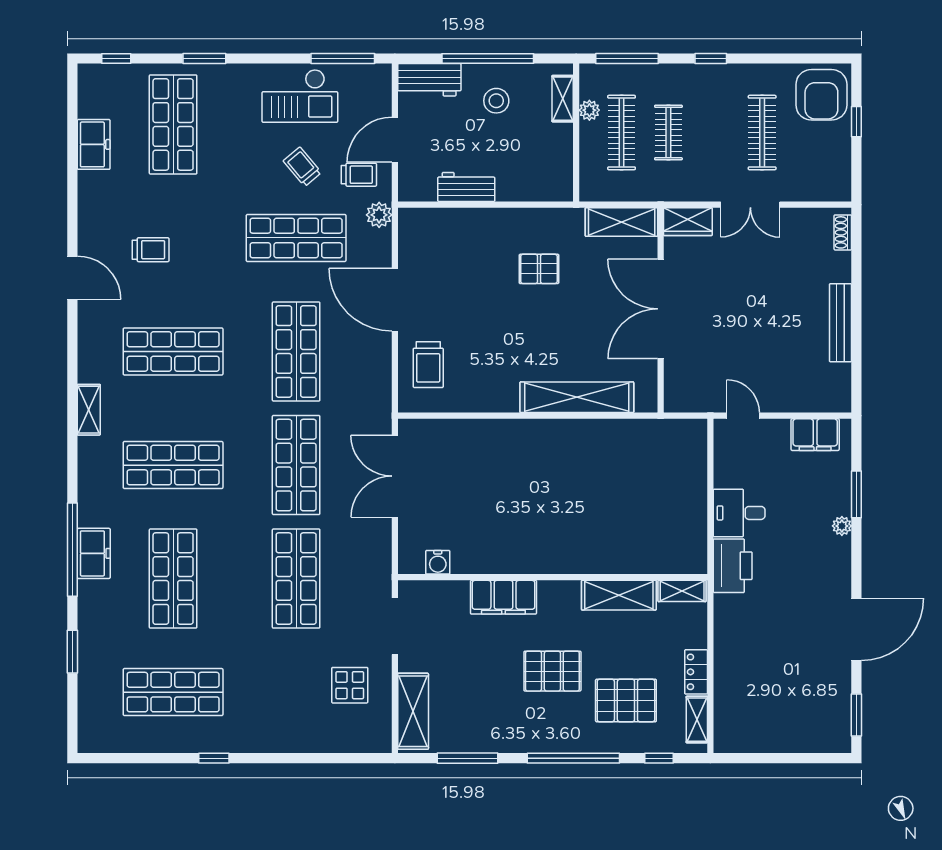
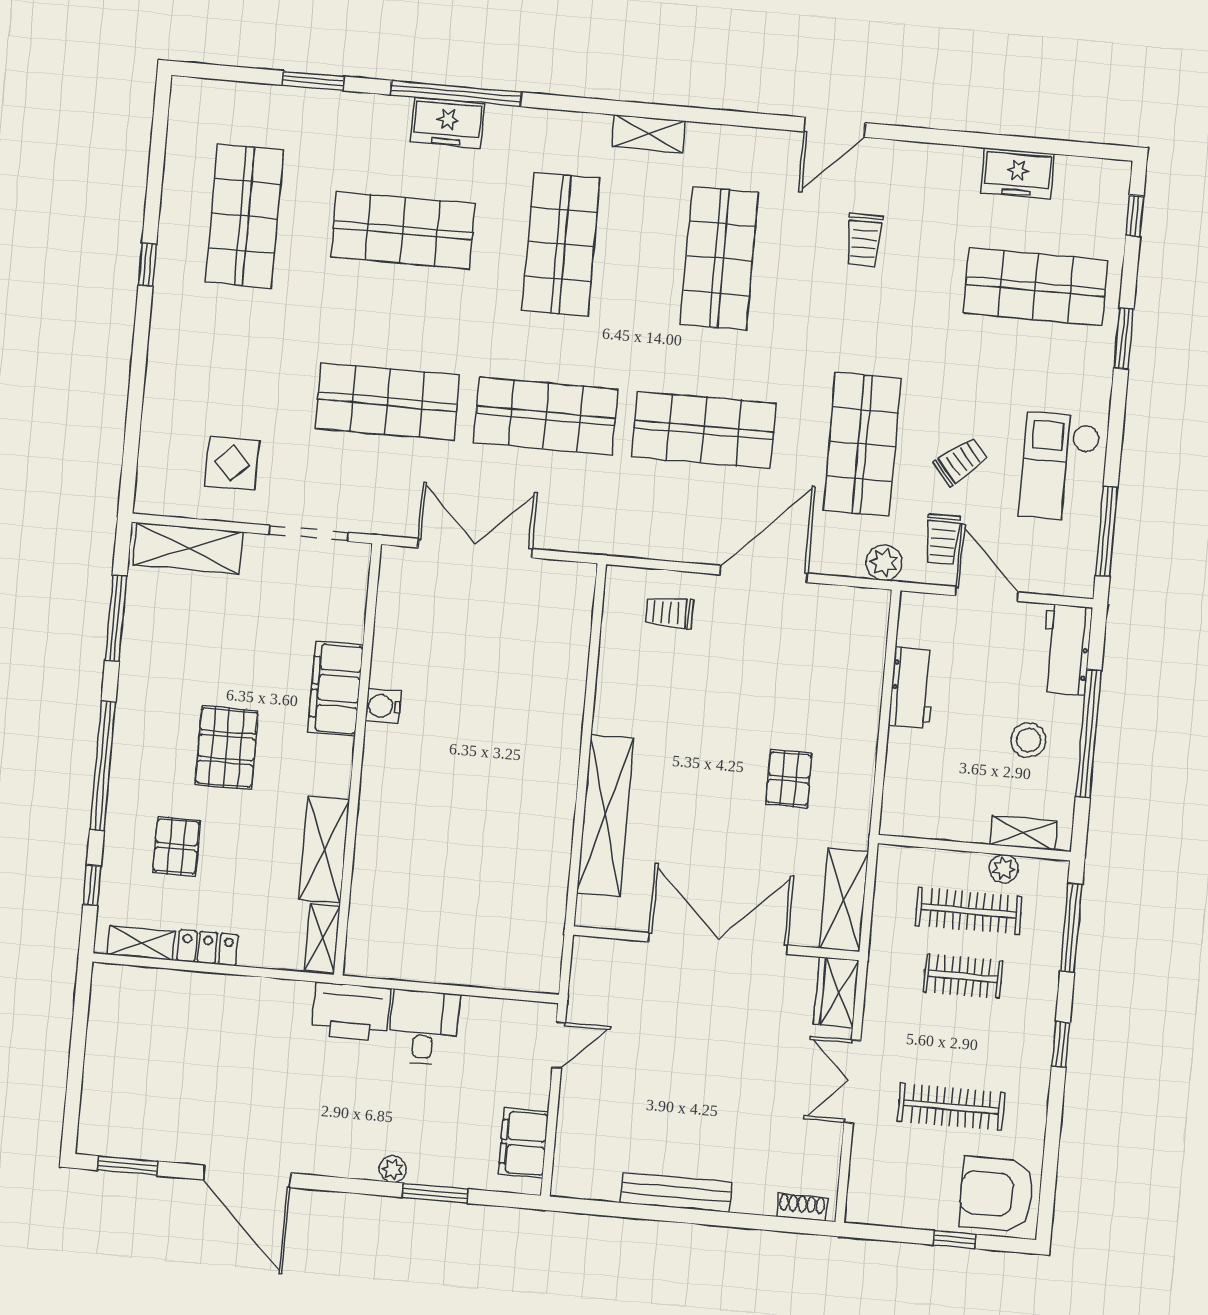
trolley: (428, 365) -> (669, 613), width x0.73, depth x0.72
double door: (395, 476) -> (475, 548), moved
water cooler: (438, 562) -> (383, 706), moved
pallet: (626, 700) -> (176, 846), width x0.67, depth x0.71

